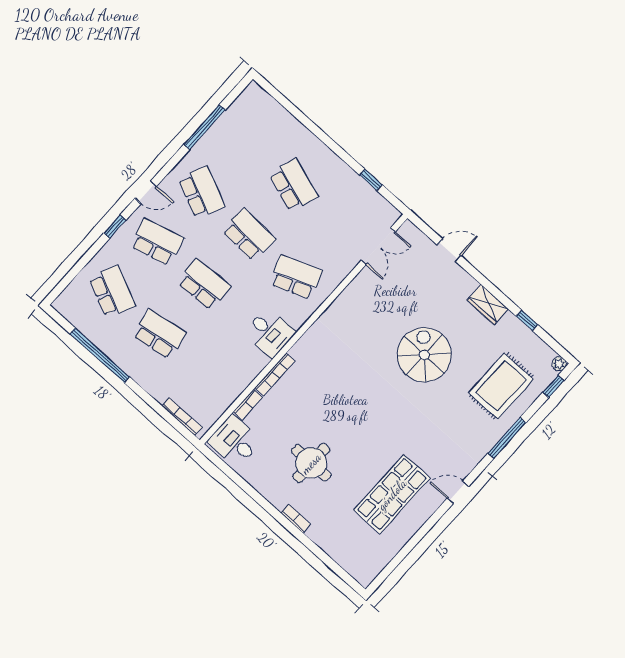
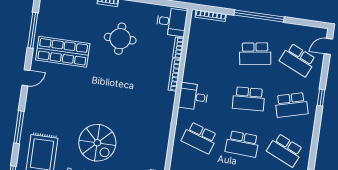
door: (146, 192) -> (328, 46), moved
school desk: (296, 277) -> (199, 138), turned 39
window: (100, 355) -> (259, 16), moved
shop shelf: (392, 494) -> (63, 52), turned 90
window: (411, 545) -> (33, 30), added

